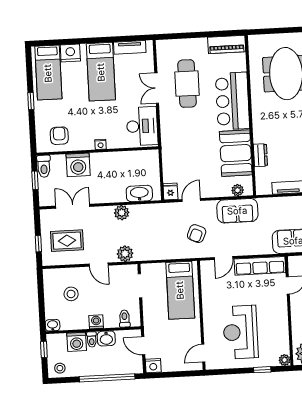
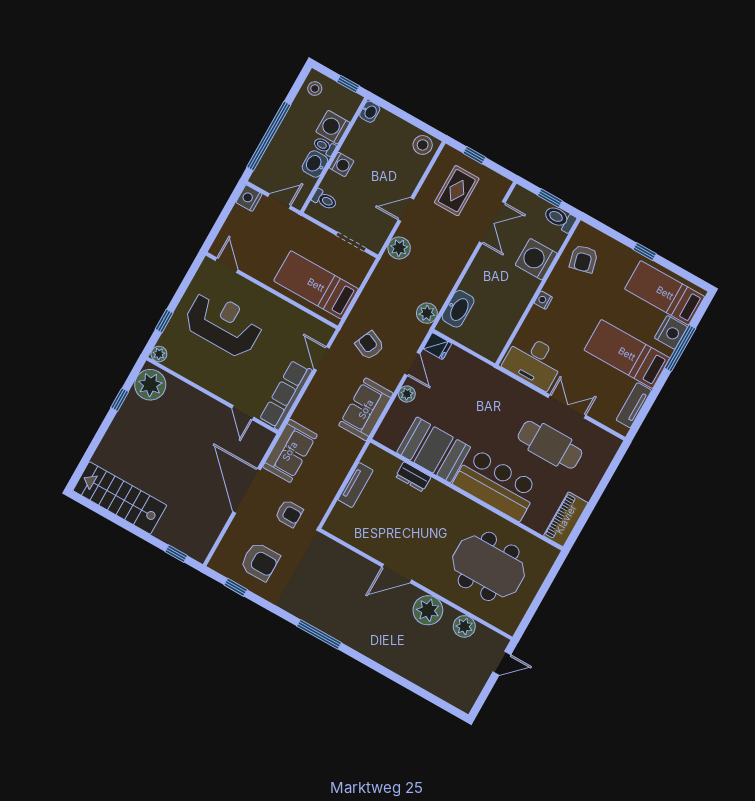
window: (76, 41) -> (680, 348), added
armchair: (59, 136) -> (584, 259), turned 76
plant: (238, 190) -> (407, 394), moved
plant: (122, 213) -> (427, 313), moved
stool: (71, 294) -> (423, 145), moved

